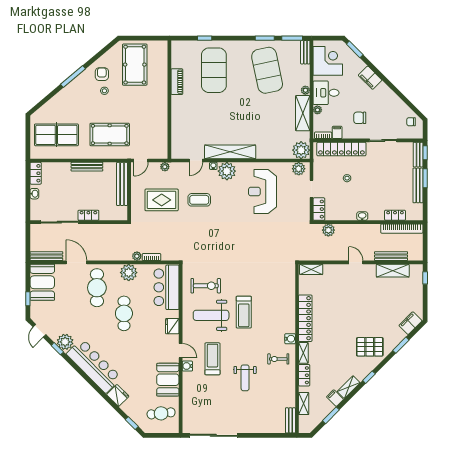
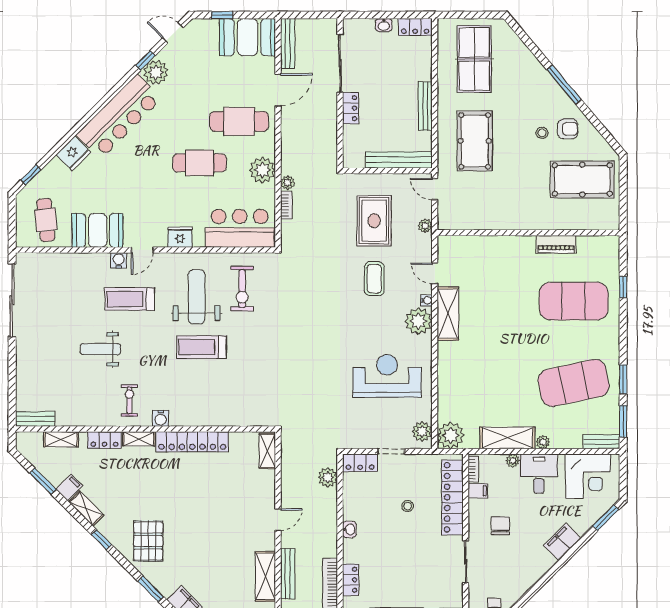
shelving: (230, 152) -> (448, 314), width x0.68
treadmill: (212, 359) -> (130, 299), turned 180

